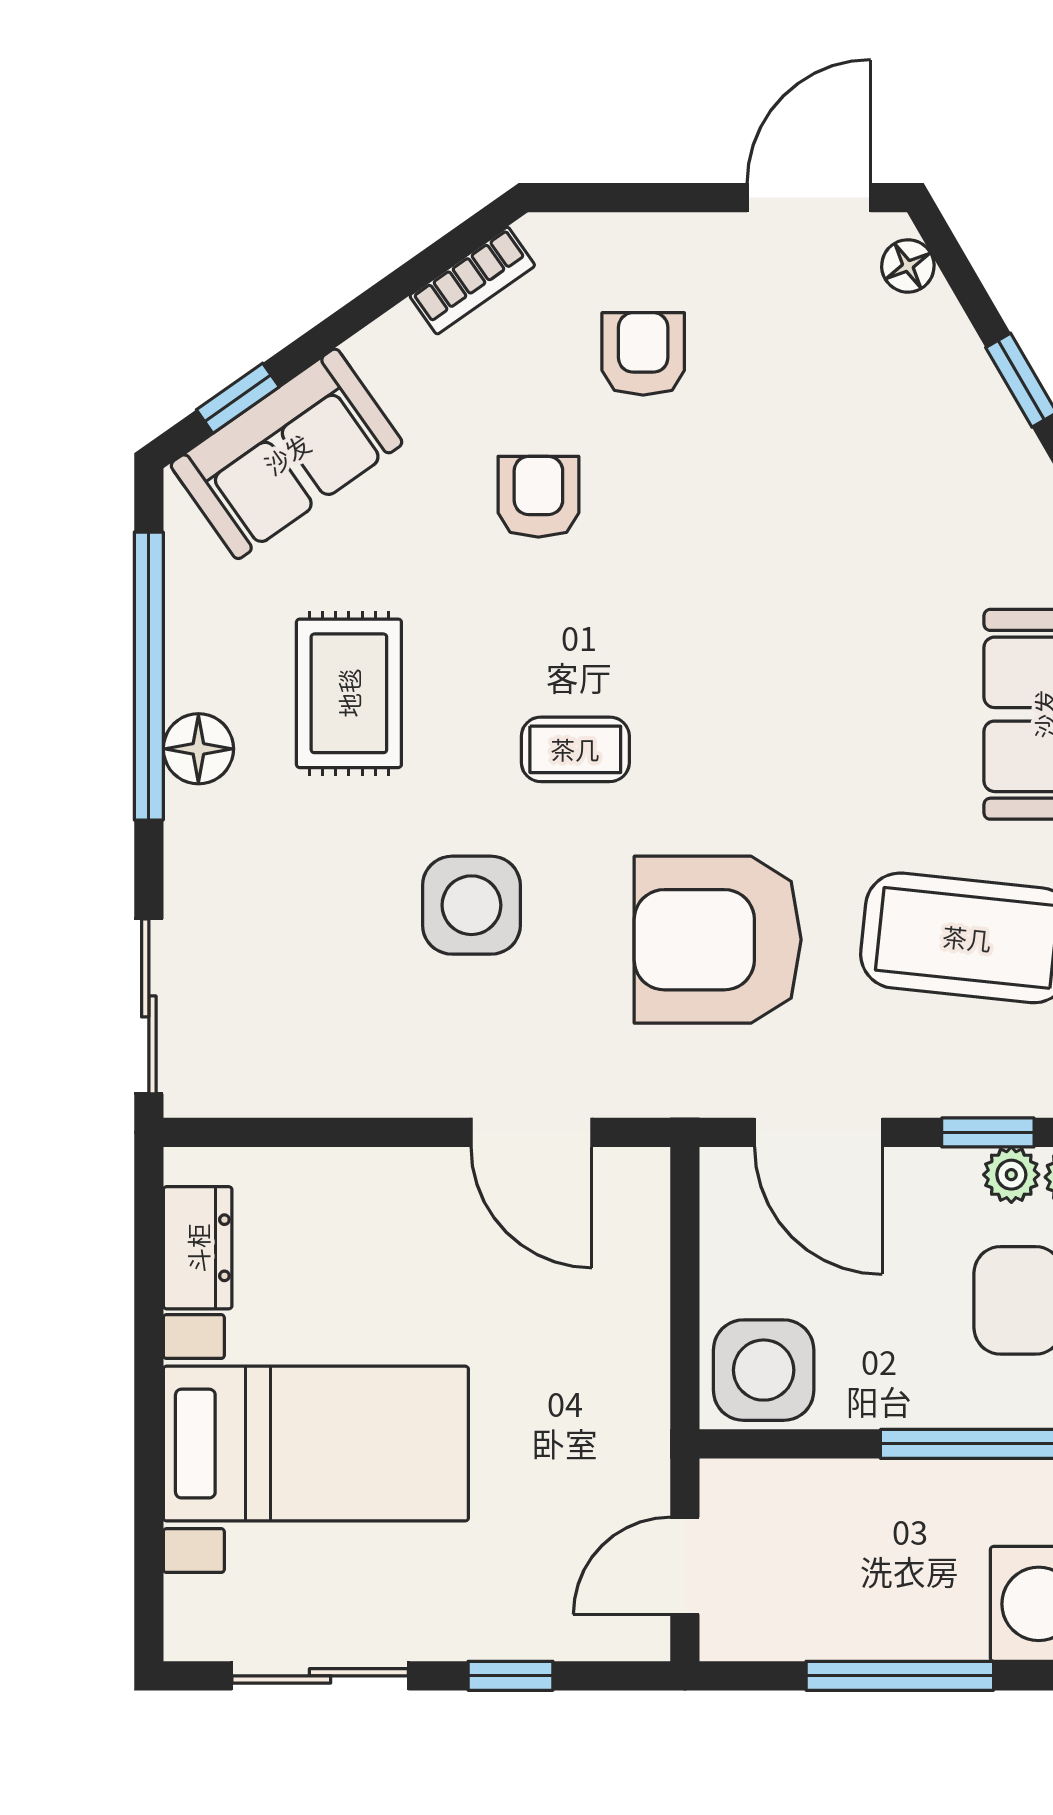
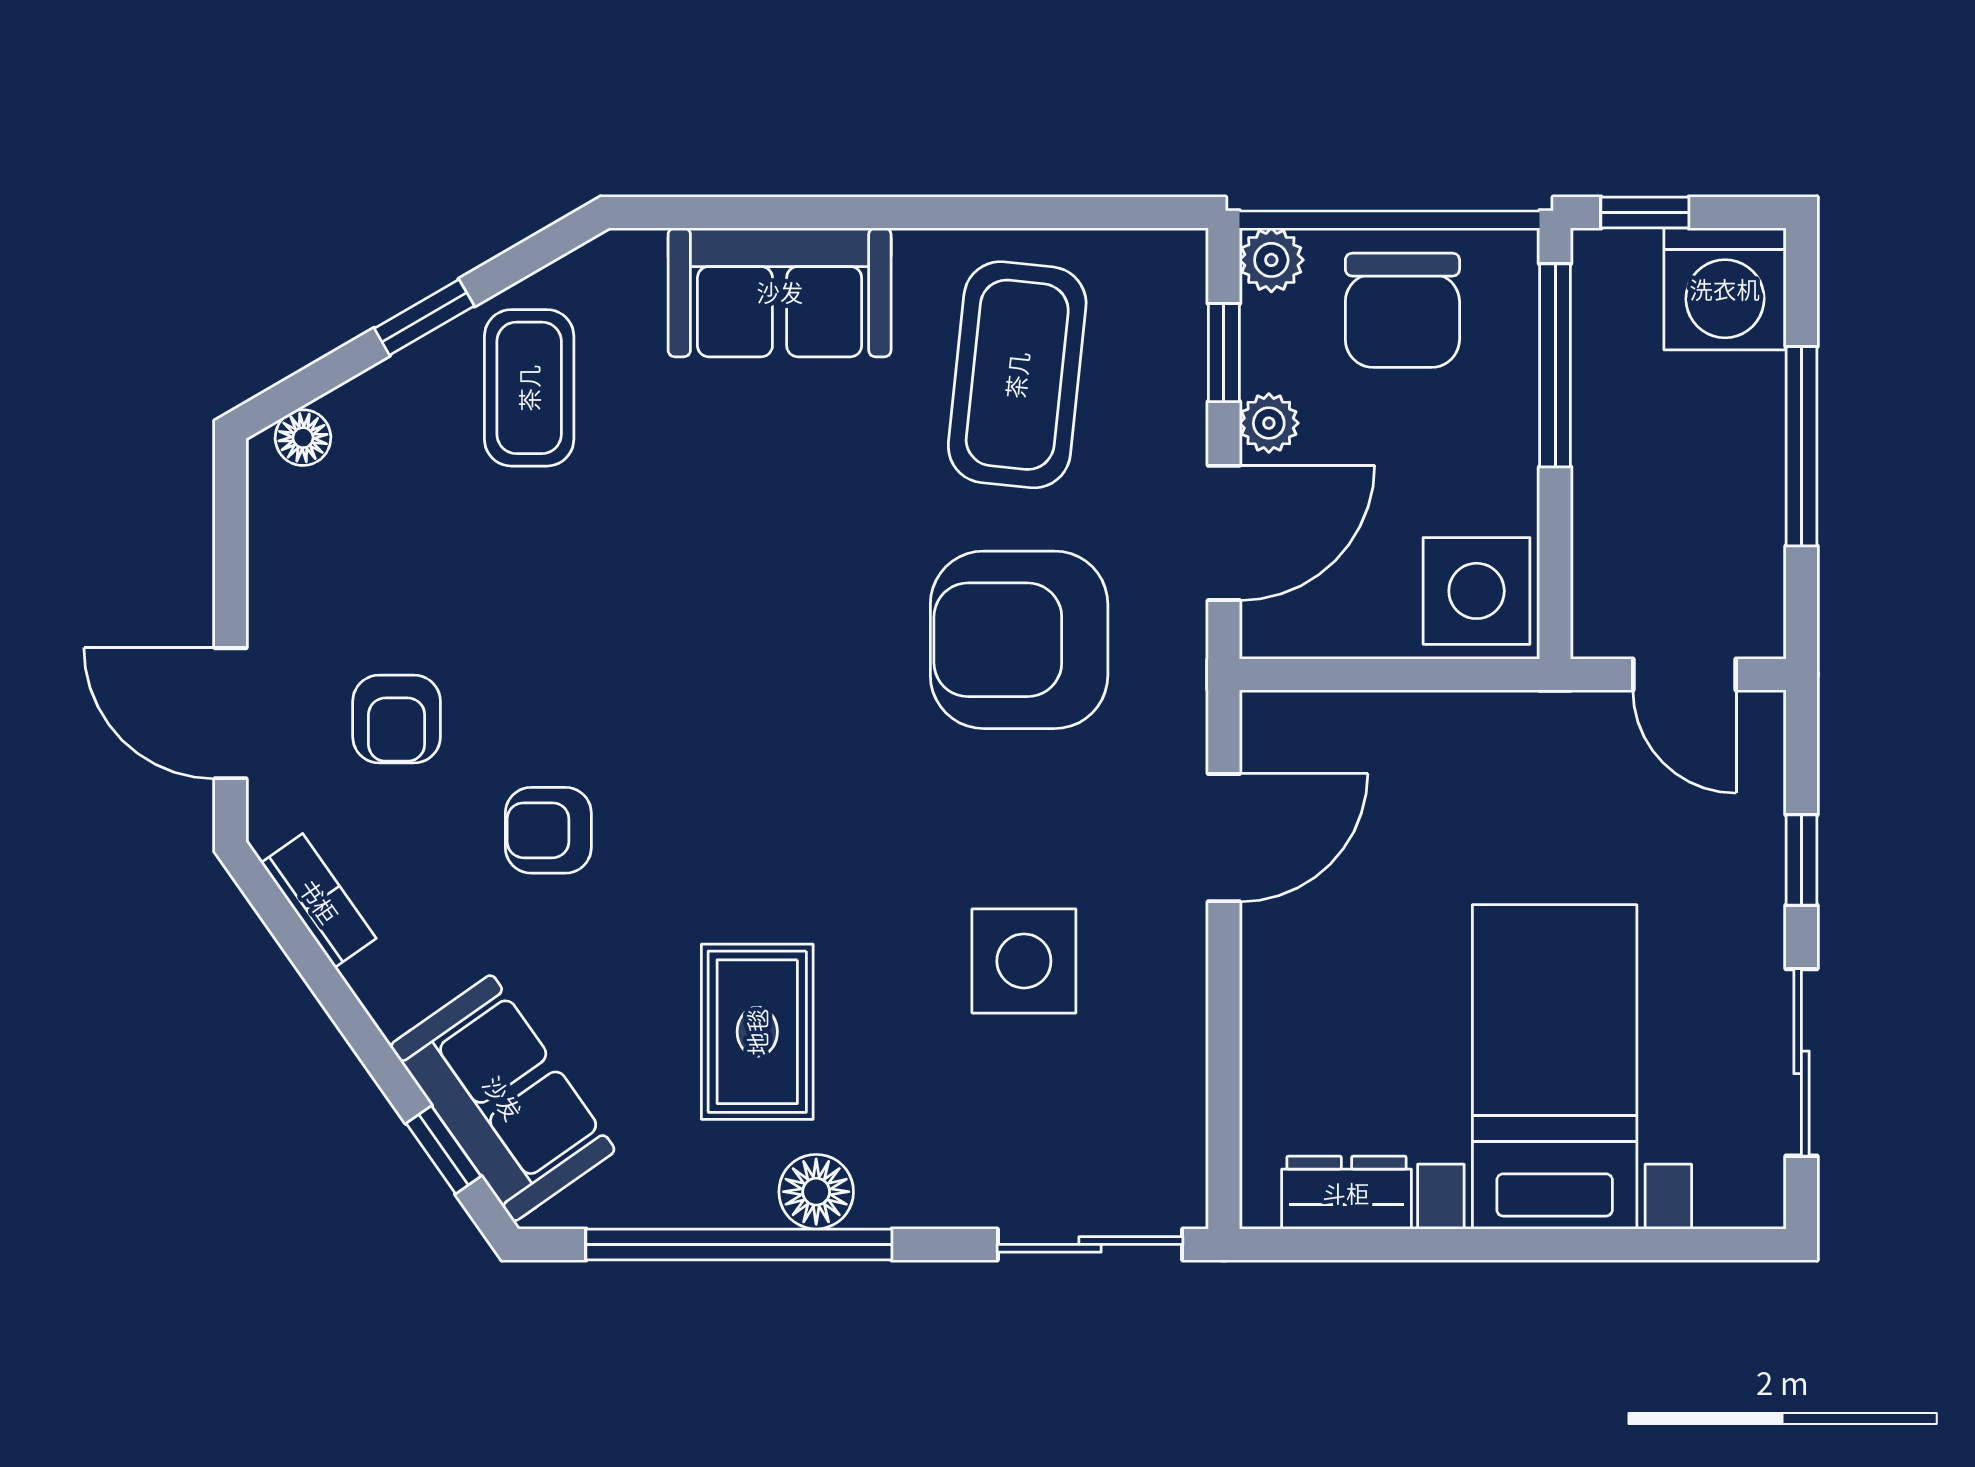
door: (809, 198) -> (230, 713), moved
armchair: (643, 354) -> (397, 719), turned -90
rug: (349, 693) -> (757, 1032), turned 90
coffee table: (575, 749) -> (529, 388), moved, width x1.36, depth x1.30
side table: (471, 905) -> (1024, 961), moved
armchair: (718, 940) -> (1019, 640), turned 90
plant: (1011, 1175) -> (1269, 423), moved

